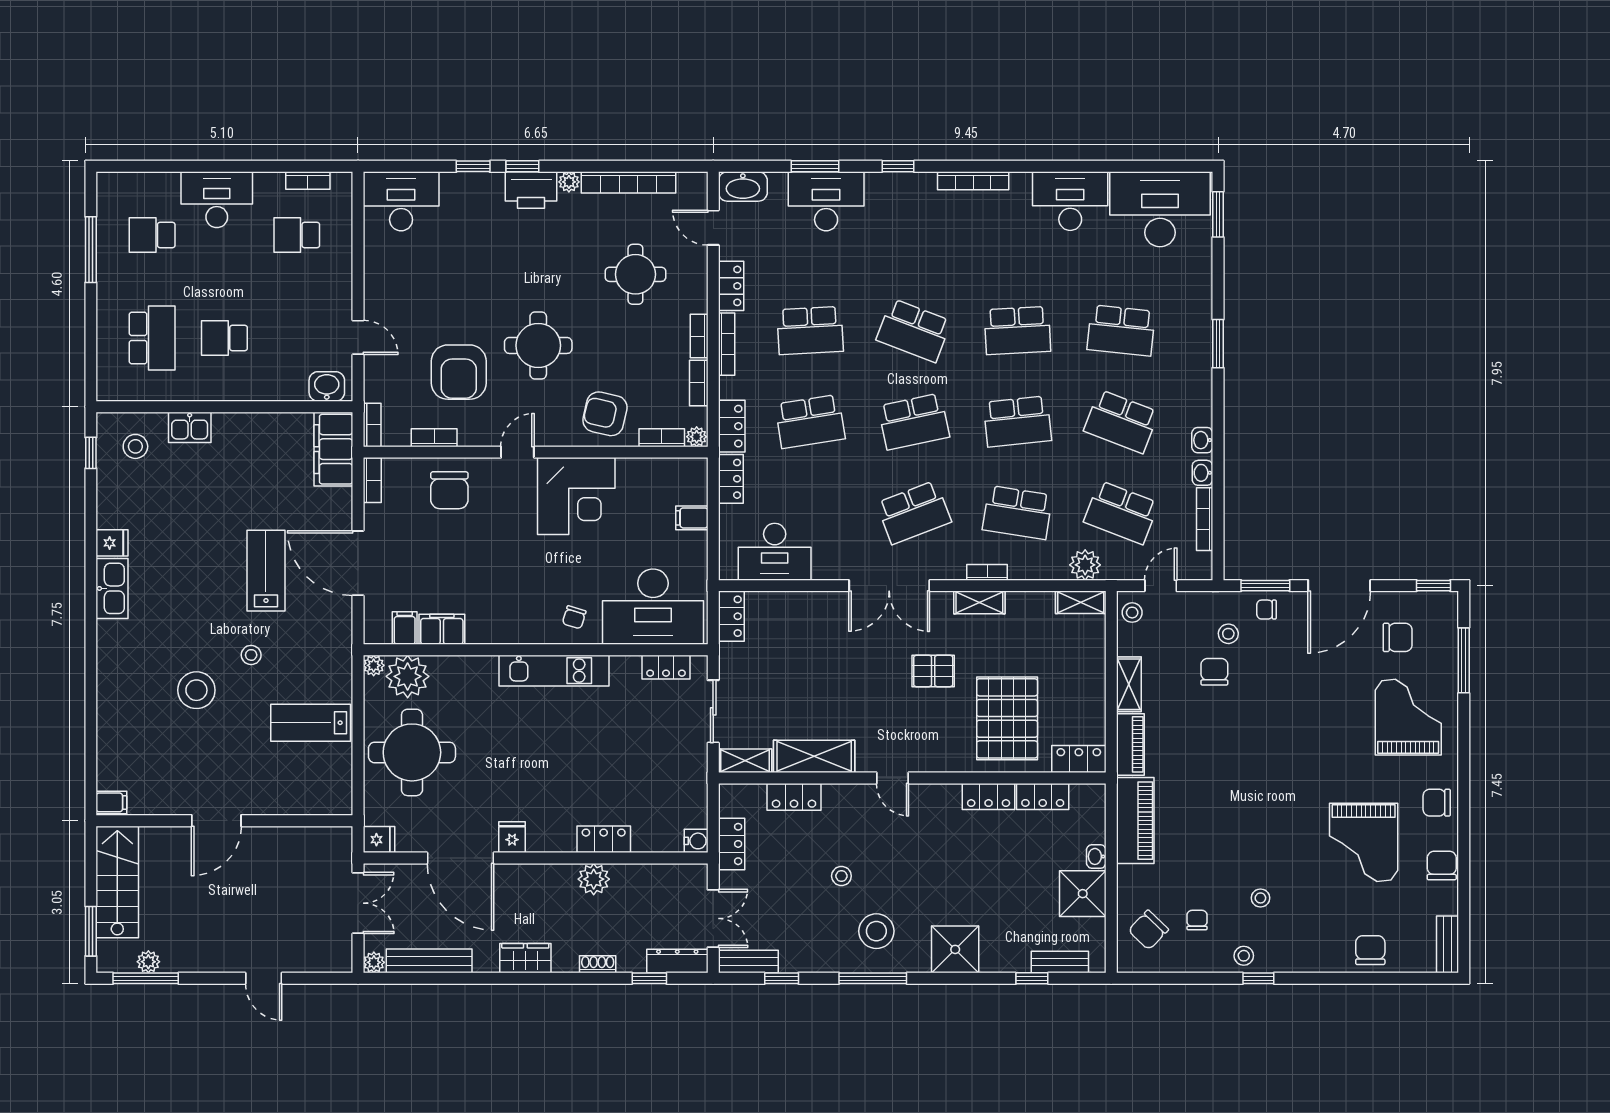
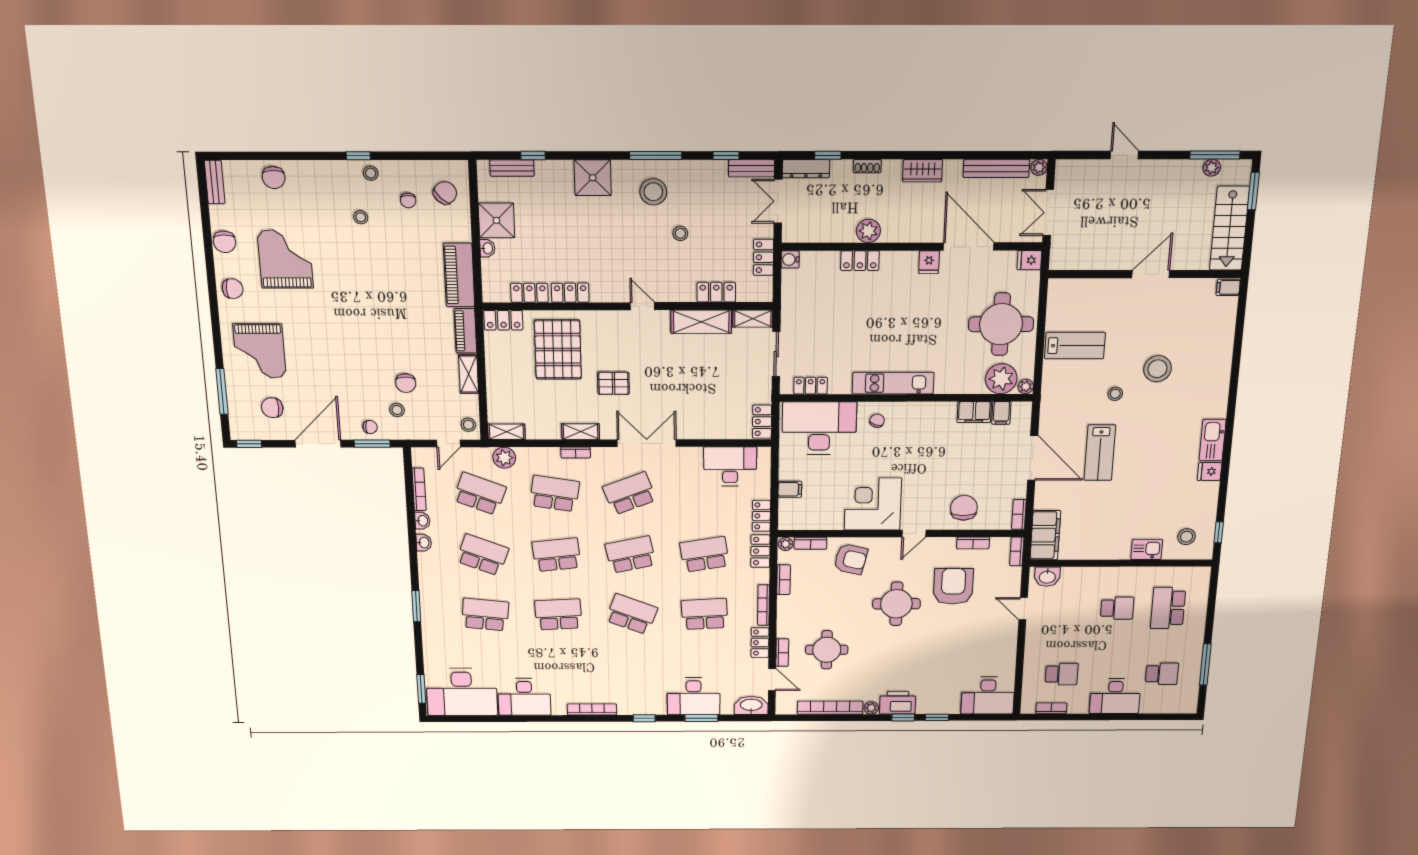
bookcase: (699, 336) -> (782, 653), moved

